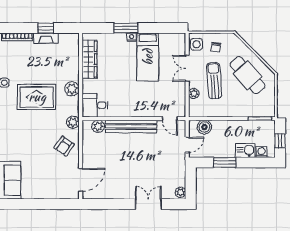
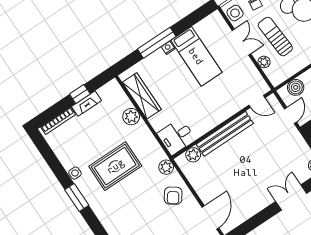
window: (126, 28) -> (157, 43), width x1.44
double door: (187, 68) -> (242, 42), swing flipped
plant: (72, 89) -> (131, 117), moved

